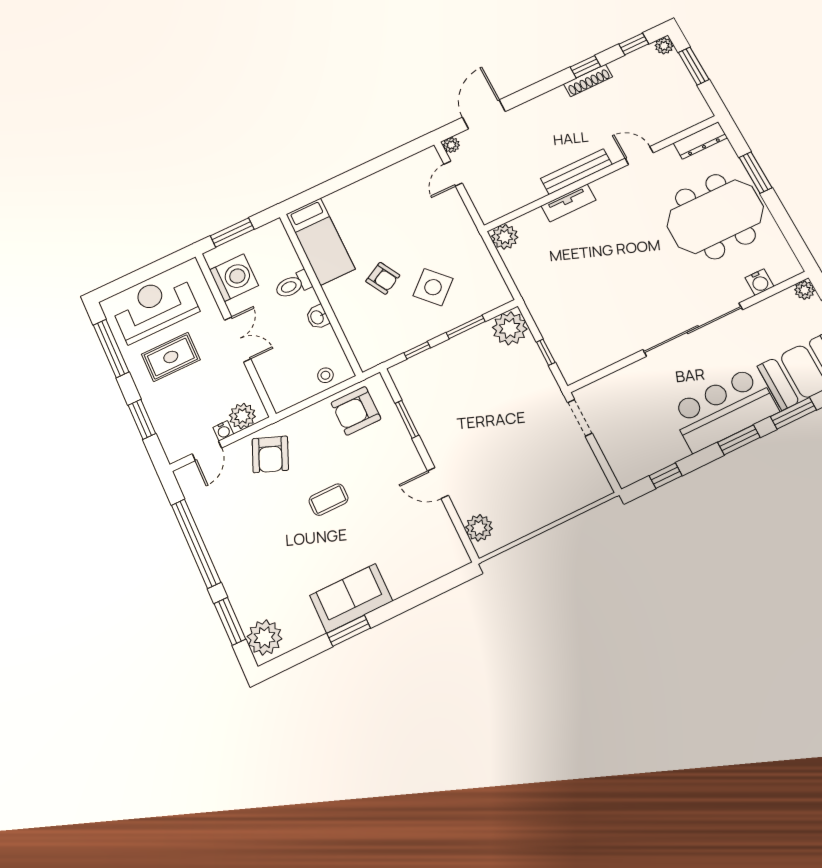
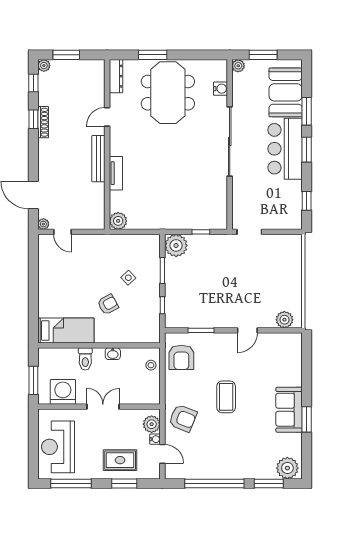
side table: (433, 287) -> (128, 278), width x0.54, depth x0.54
rug: (171, 357) -> (120, 460), moved, turned 90
coffee table: (329, 500) -> (226, 397), width x1.36, depth x1.30

